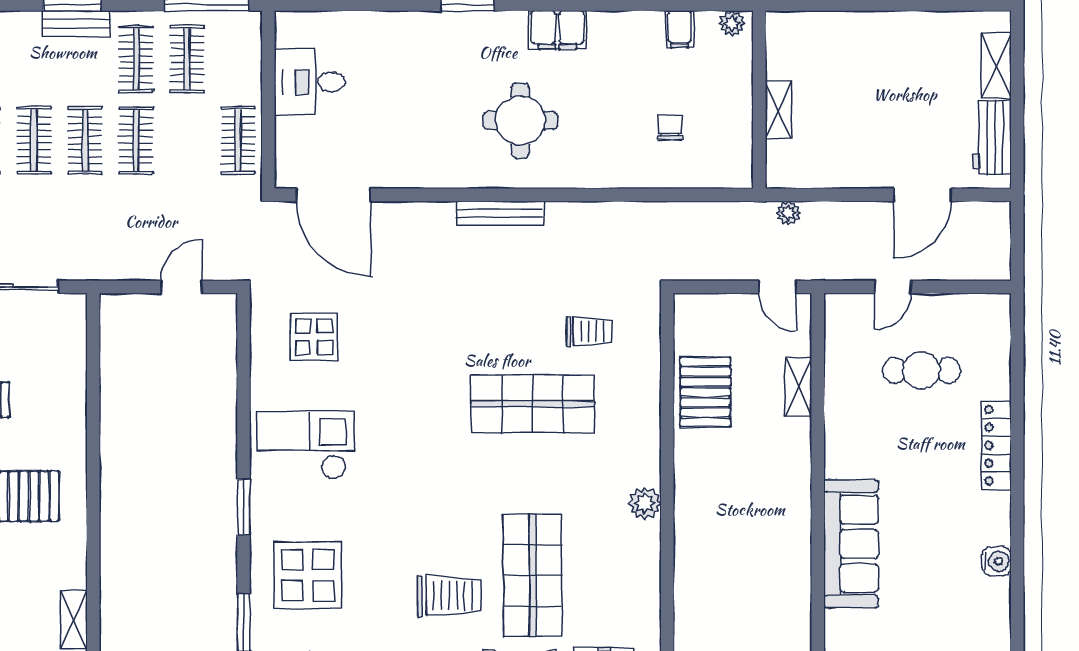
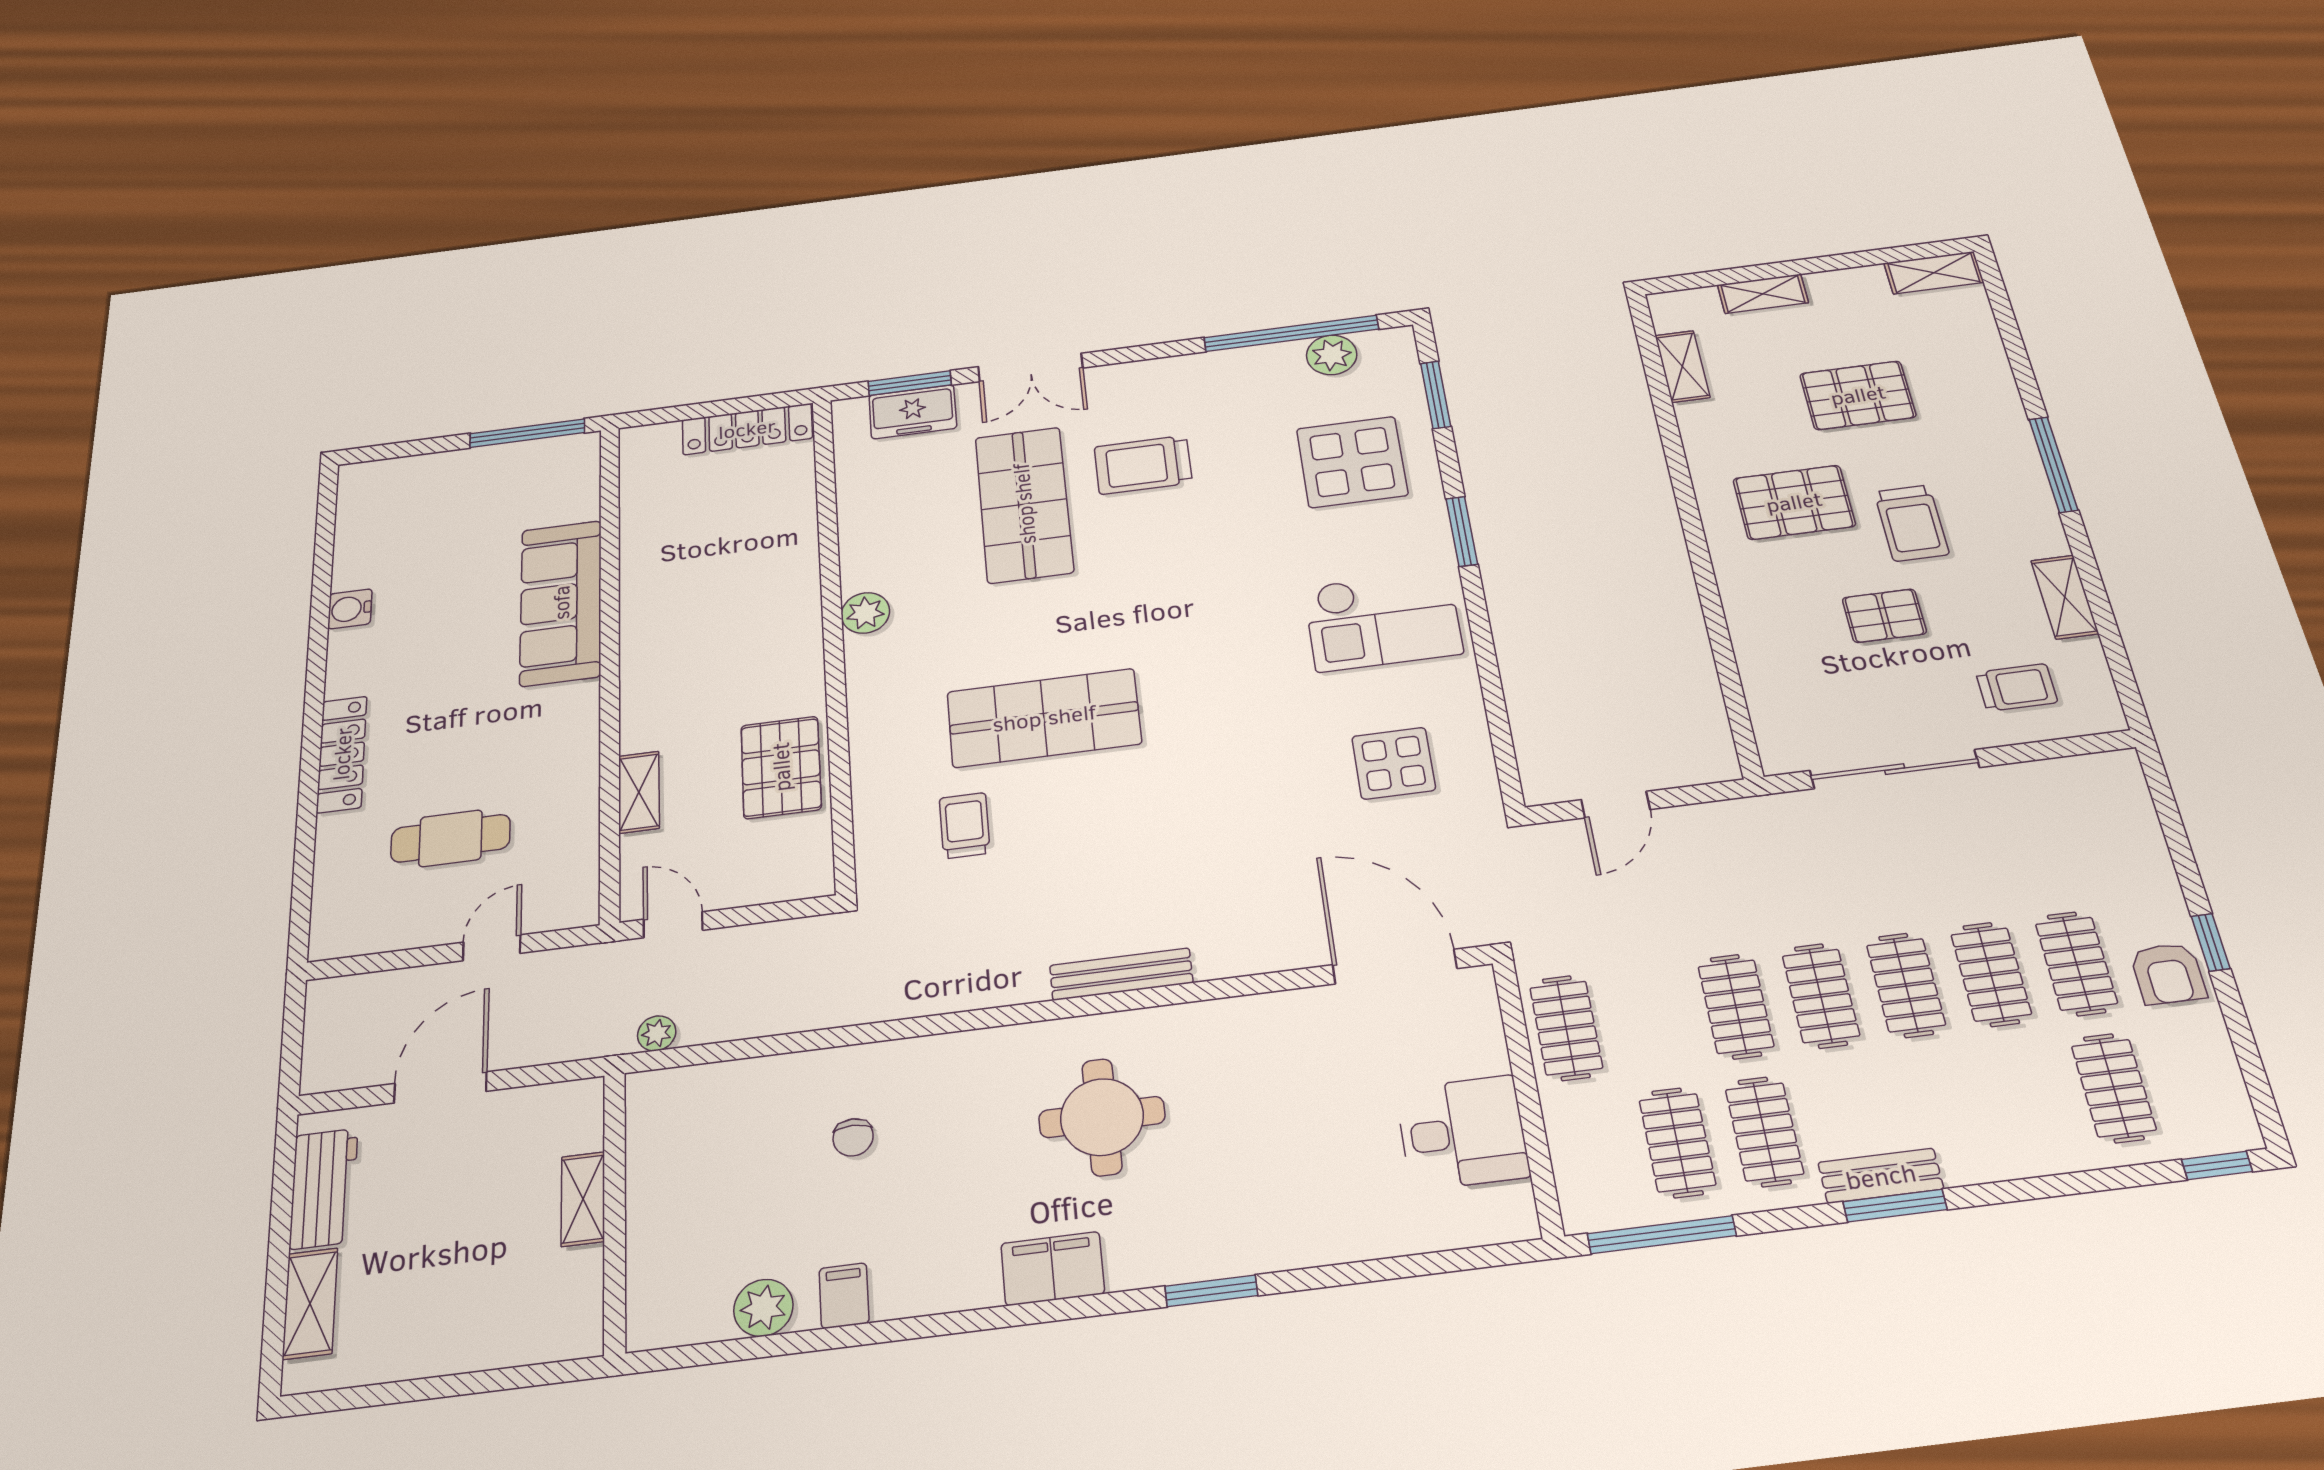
plant: (732, 23) -> (763, 1308), width x1.38, depth x1.38
wall: (759, 100) -> (615, 1211), moved
shelving: (778, 110) -> (583, 1199), moved
trolley: (589, 332) -> (965, 826), turned 90

